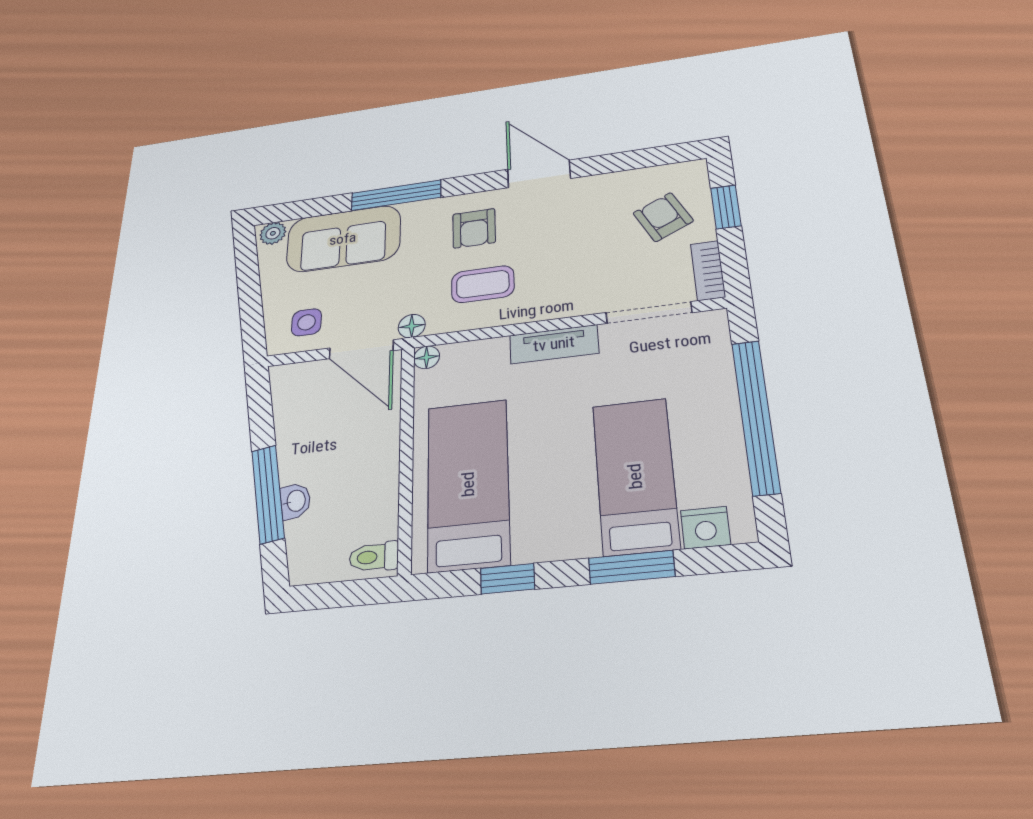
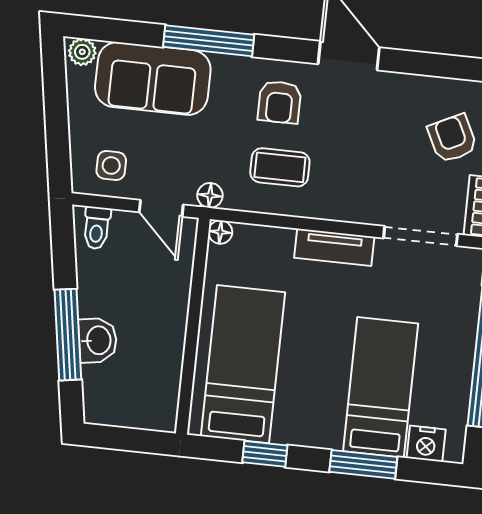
door: (361, 349) -> (161, 208), width x0.73
washbasin: (295, 501) -> (98, 340), width x1.38, depth x1.45
toilet: (374, 557) -> (97, 228), moved, turned -90

